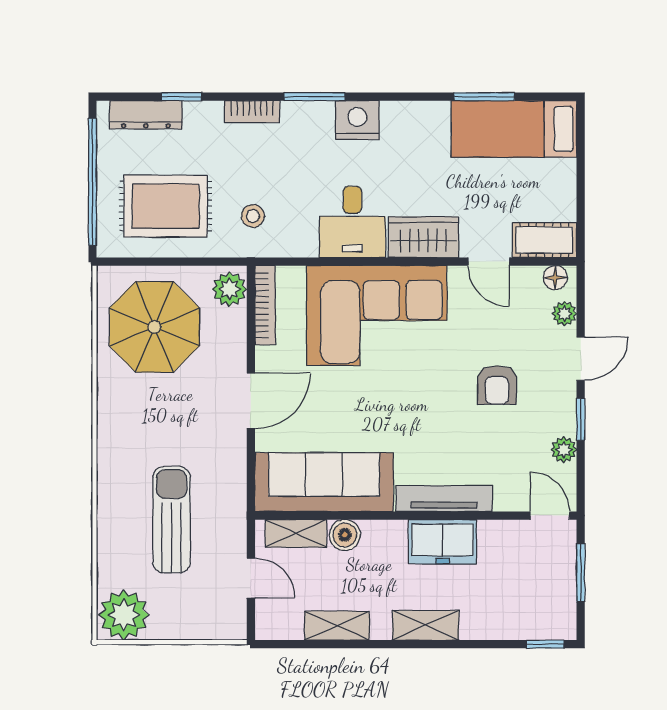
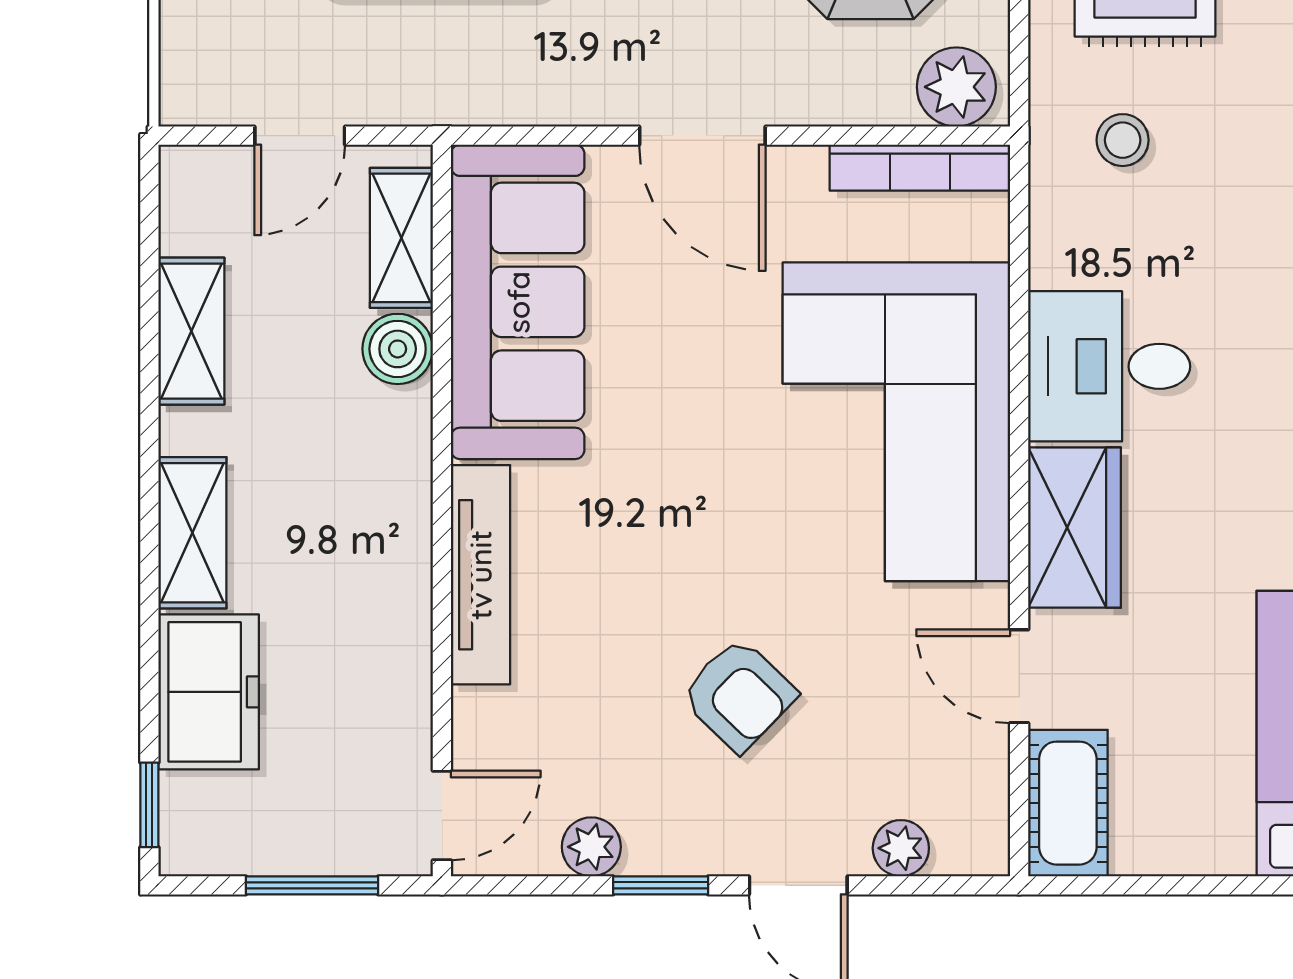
door: (489, 262) -> (1019, 676), hinge flipped
floor lamp: (555, 278) -> (982, 827), removed
armchair: (497, 385) -> (739, 695), turned -136
freezer: (442, 542) -> (209, 692), moved, turned 180

